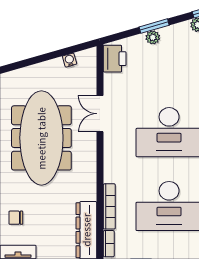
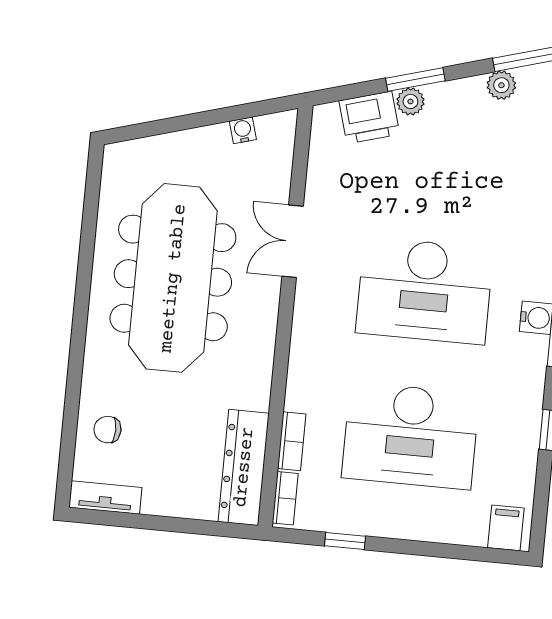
printer: (115, 59) -> (369, 118), moved, turned 74
bookcase: (109, 206) -> (292, 441), width x0.64

